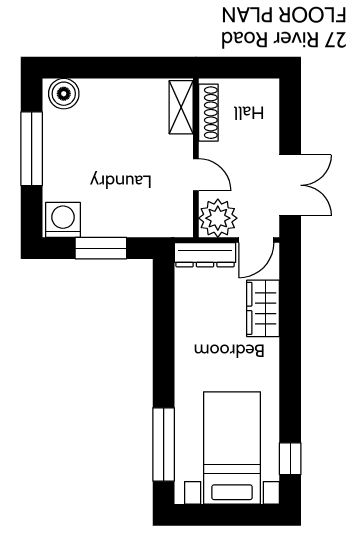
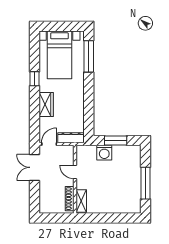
boiler: (64, 94) -> (132, 207), removed
plant: (218, 218) -> (66, 153), removed
washing machine: (63, 220) -> (104, 153), moved
wardrobe: (263, 308) -> (46, 105), moved
window: (290, 459) -> (35, 79), moved

